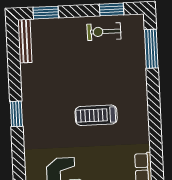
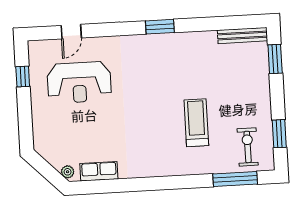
exercise bike: (104, 32) -> (248, 147), moved
treadmill: (96, 115) -> (196, 123), moved

